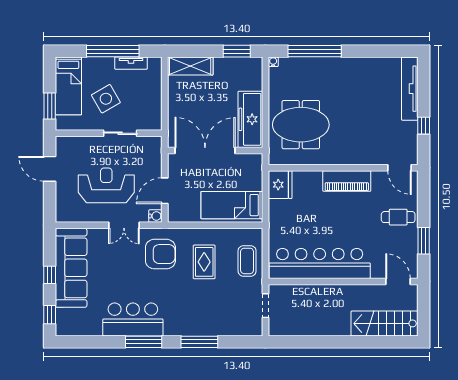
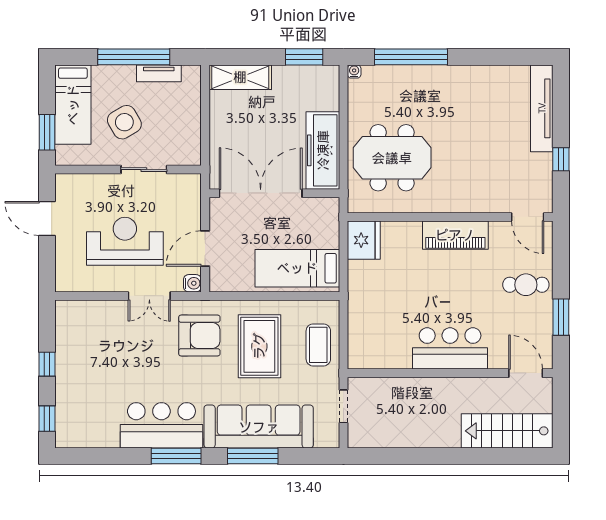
rug: (204, 262) -> (259, 346), width x1.36, depth x1.43
bar counter: (320, 263) -> (450, 348), width x0.54
sofa: (71, 268) -> (259, 427), moved, turned -90

